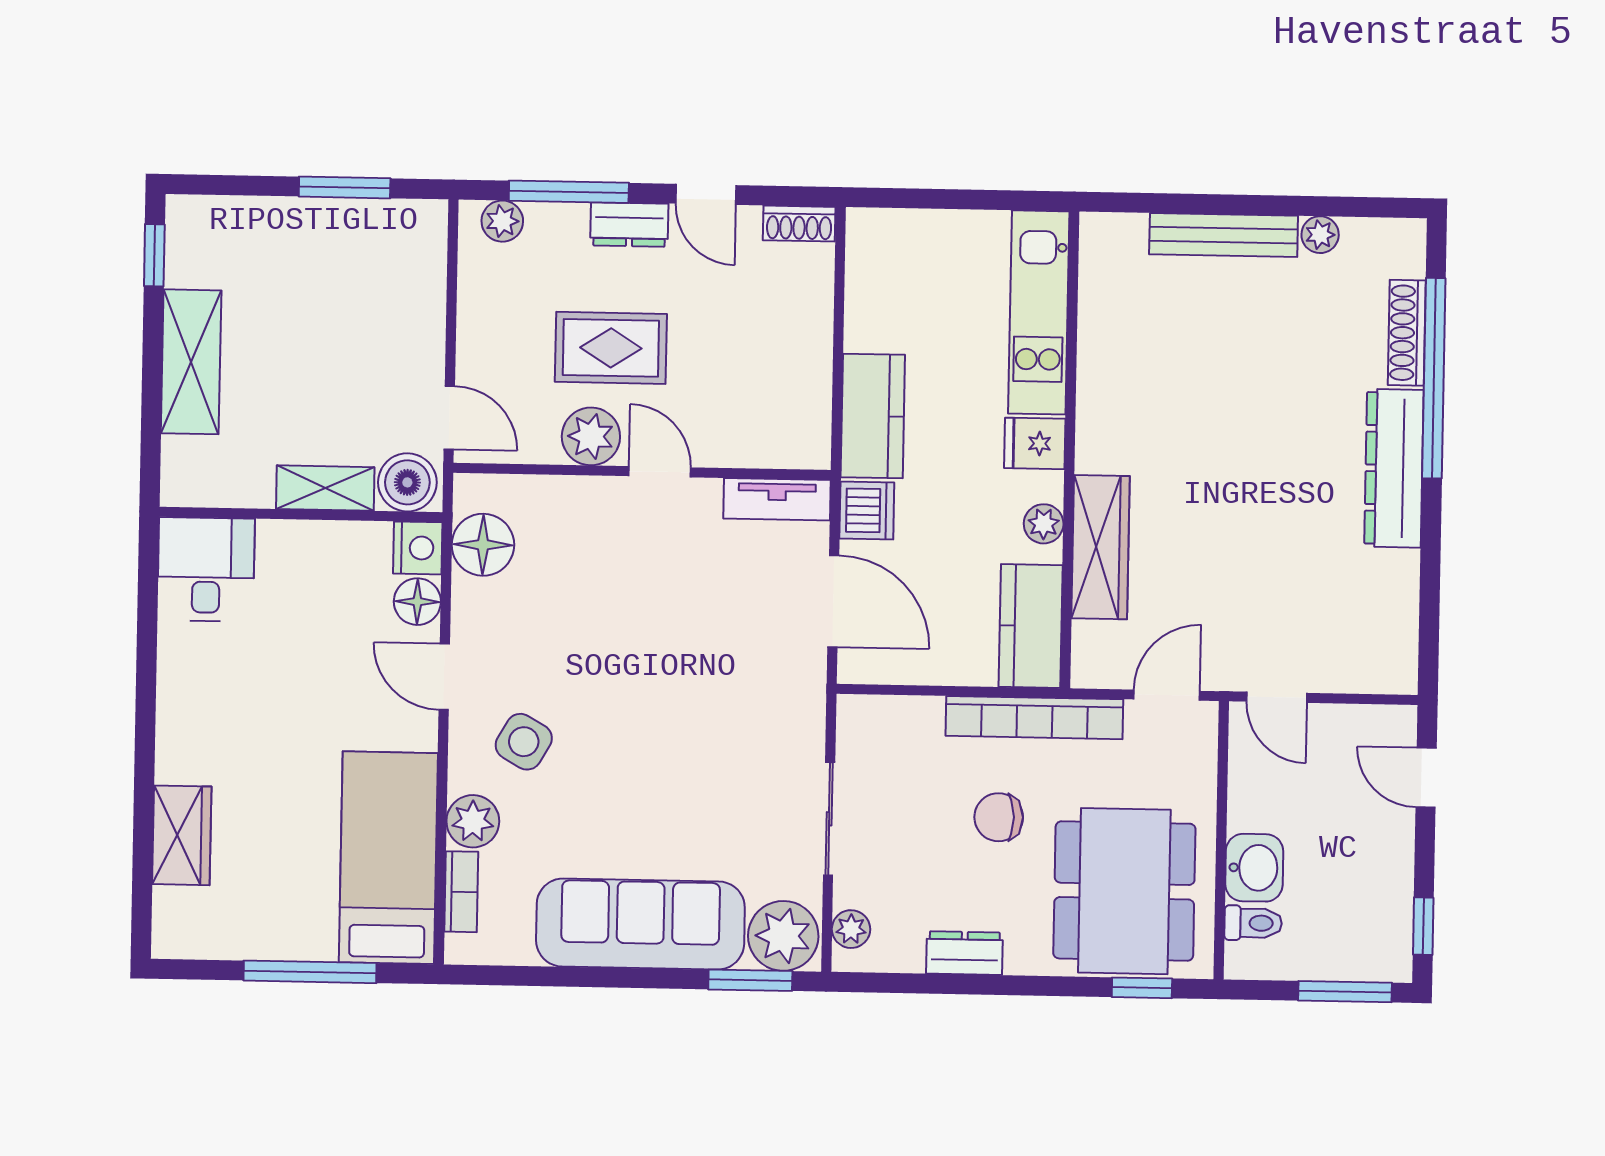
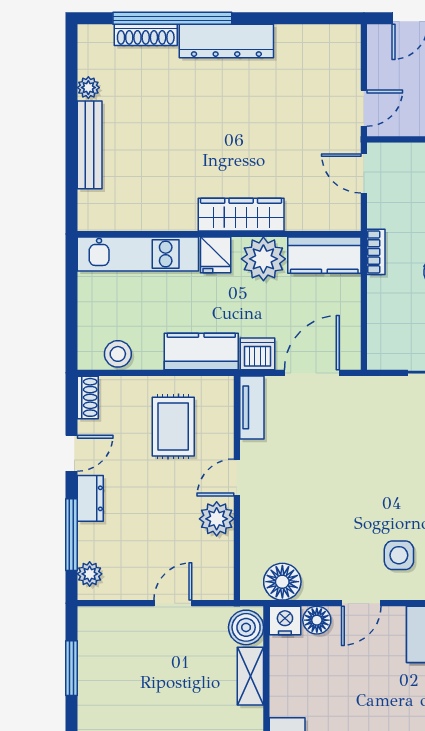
stool: (871, 276) -> (118, 354), added
rug: (611, 348) -> (173, 427), moved
door: (449, 418) -> (173, 603), moved
plant: (1044, 524) -> (263, 259), width x1.87, depth x1.87
wardrobe: (1101, 547) -> (241, 215), moved
bookcase: (1034, 718) -> (376, 252), width x0.43, depth x0.76
side table: (524, 742) -> (399, 555), turned -30

